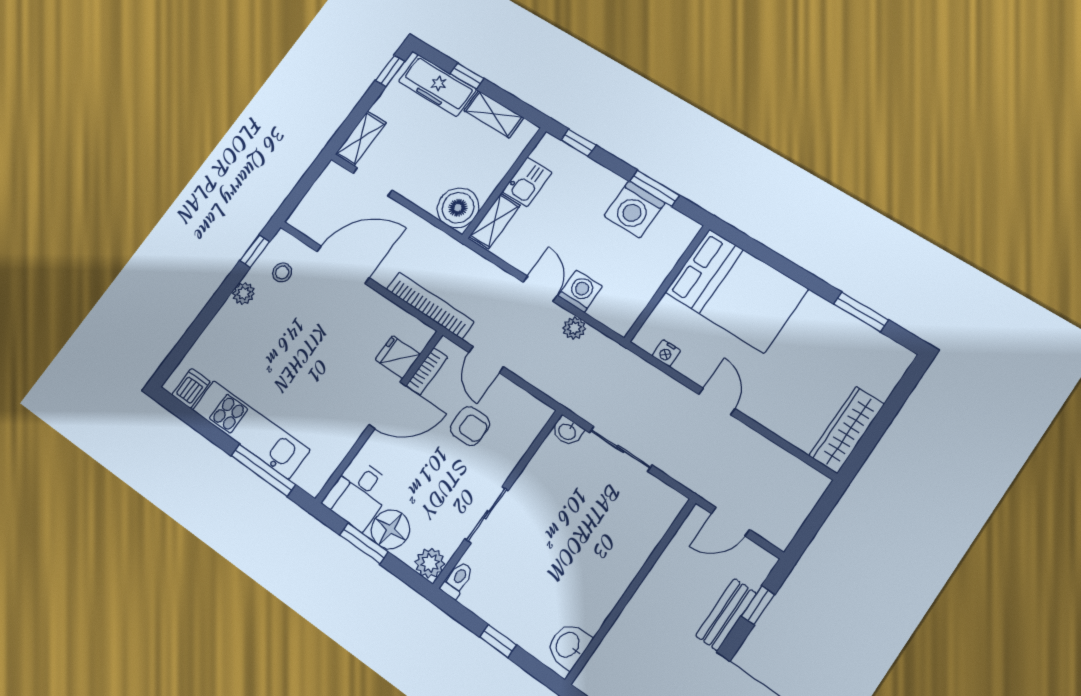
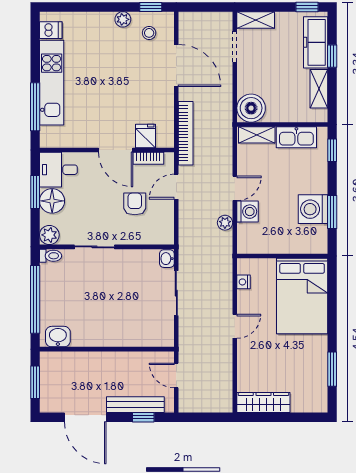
kitchen sink: (527, 182) -> (296, 137), width x1.38
armchair: (470, 426) -> (135, 204), turned 180
bench: (726, 615) -> (135, 405), width x1.36
window: (498, 641) -> (35, 299), width x3.17

